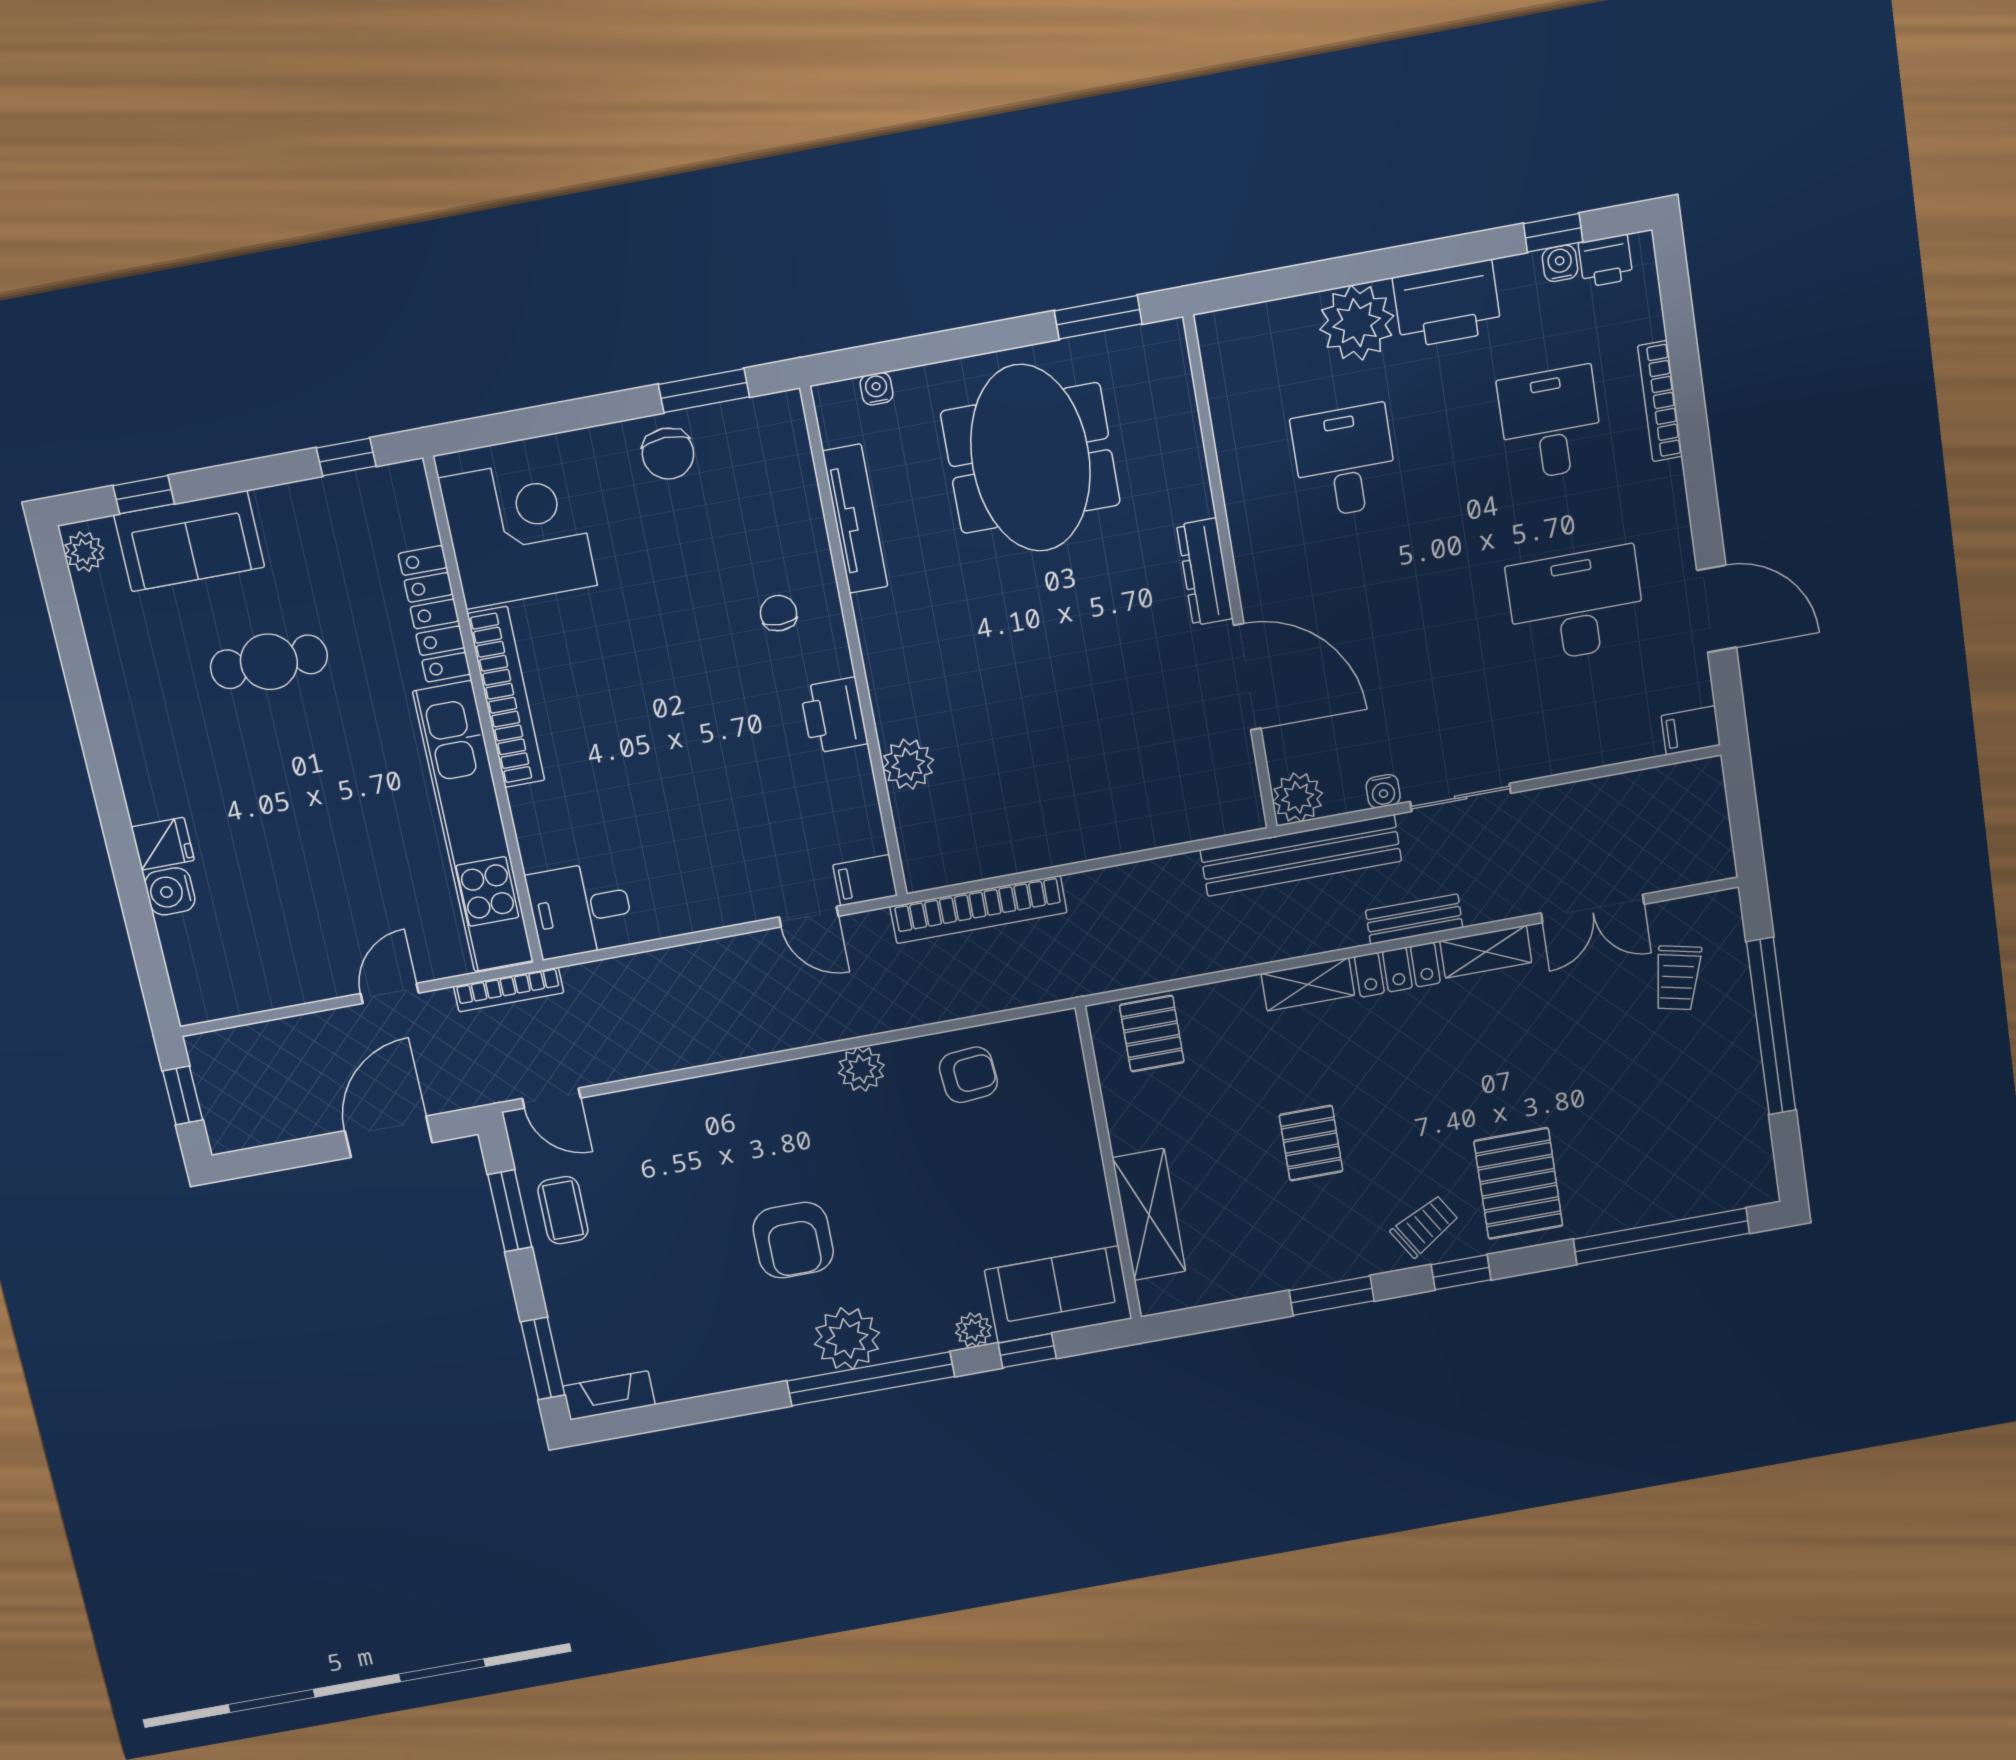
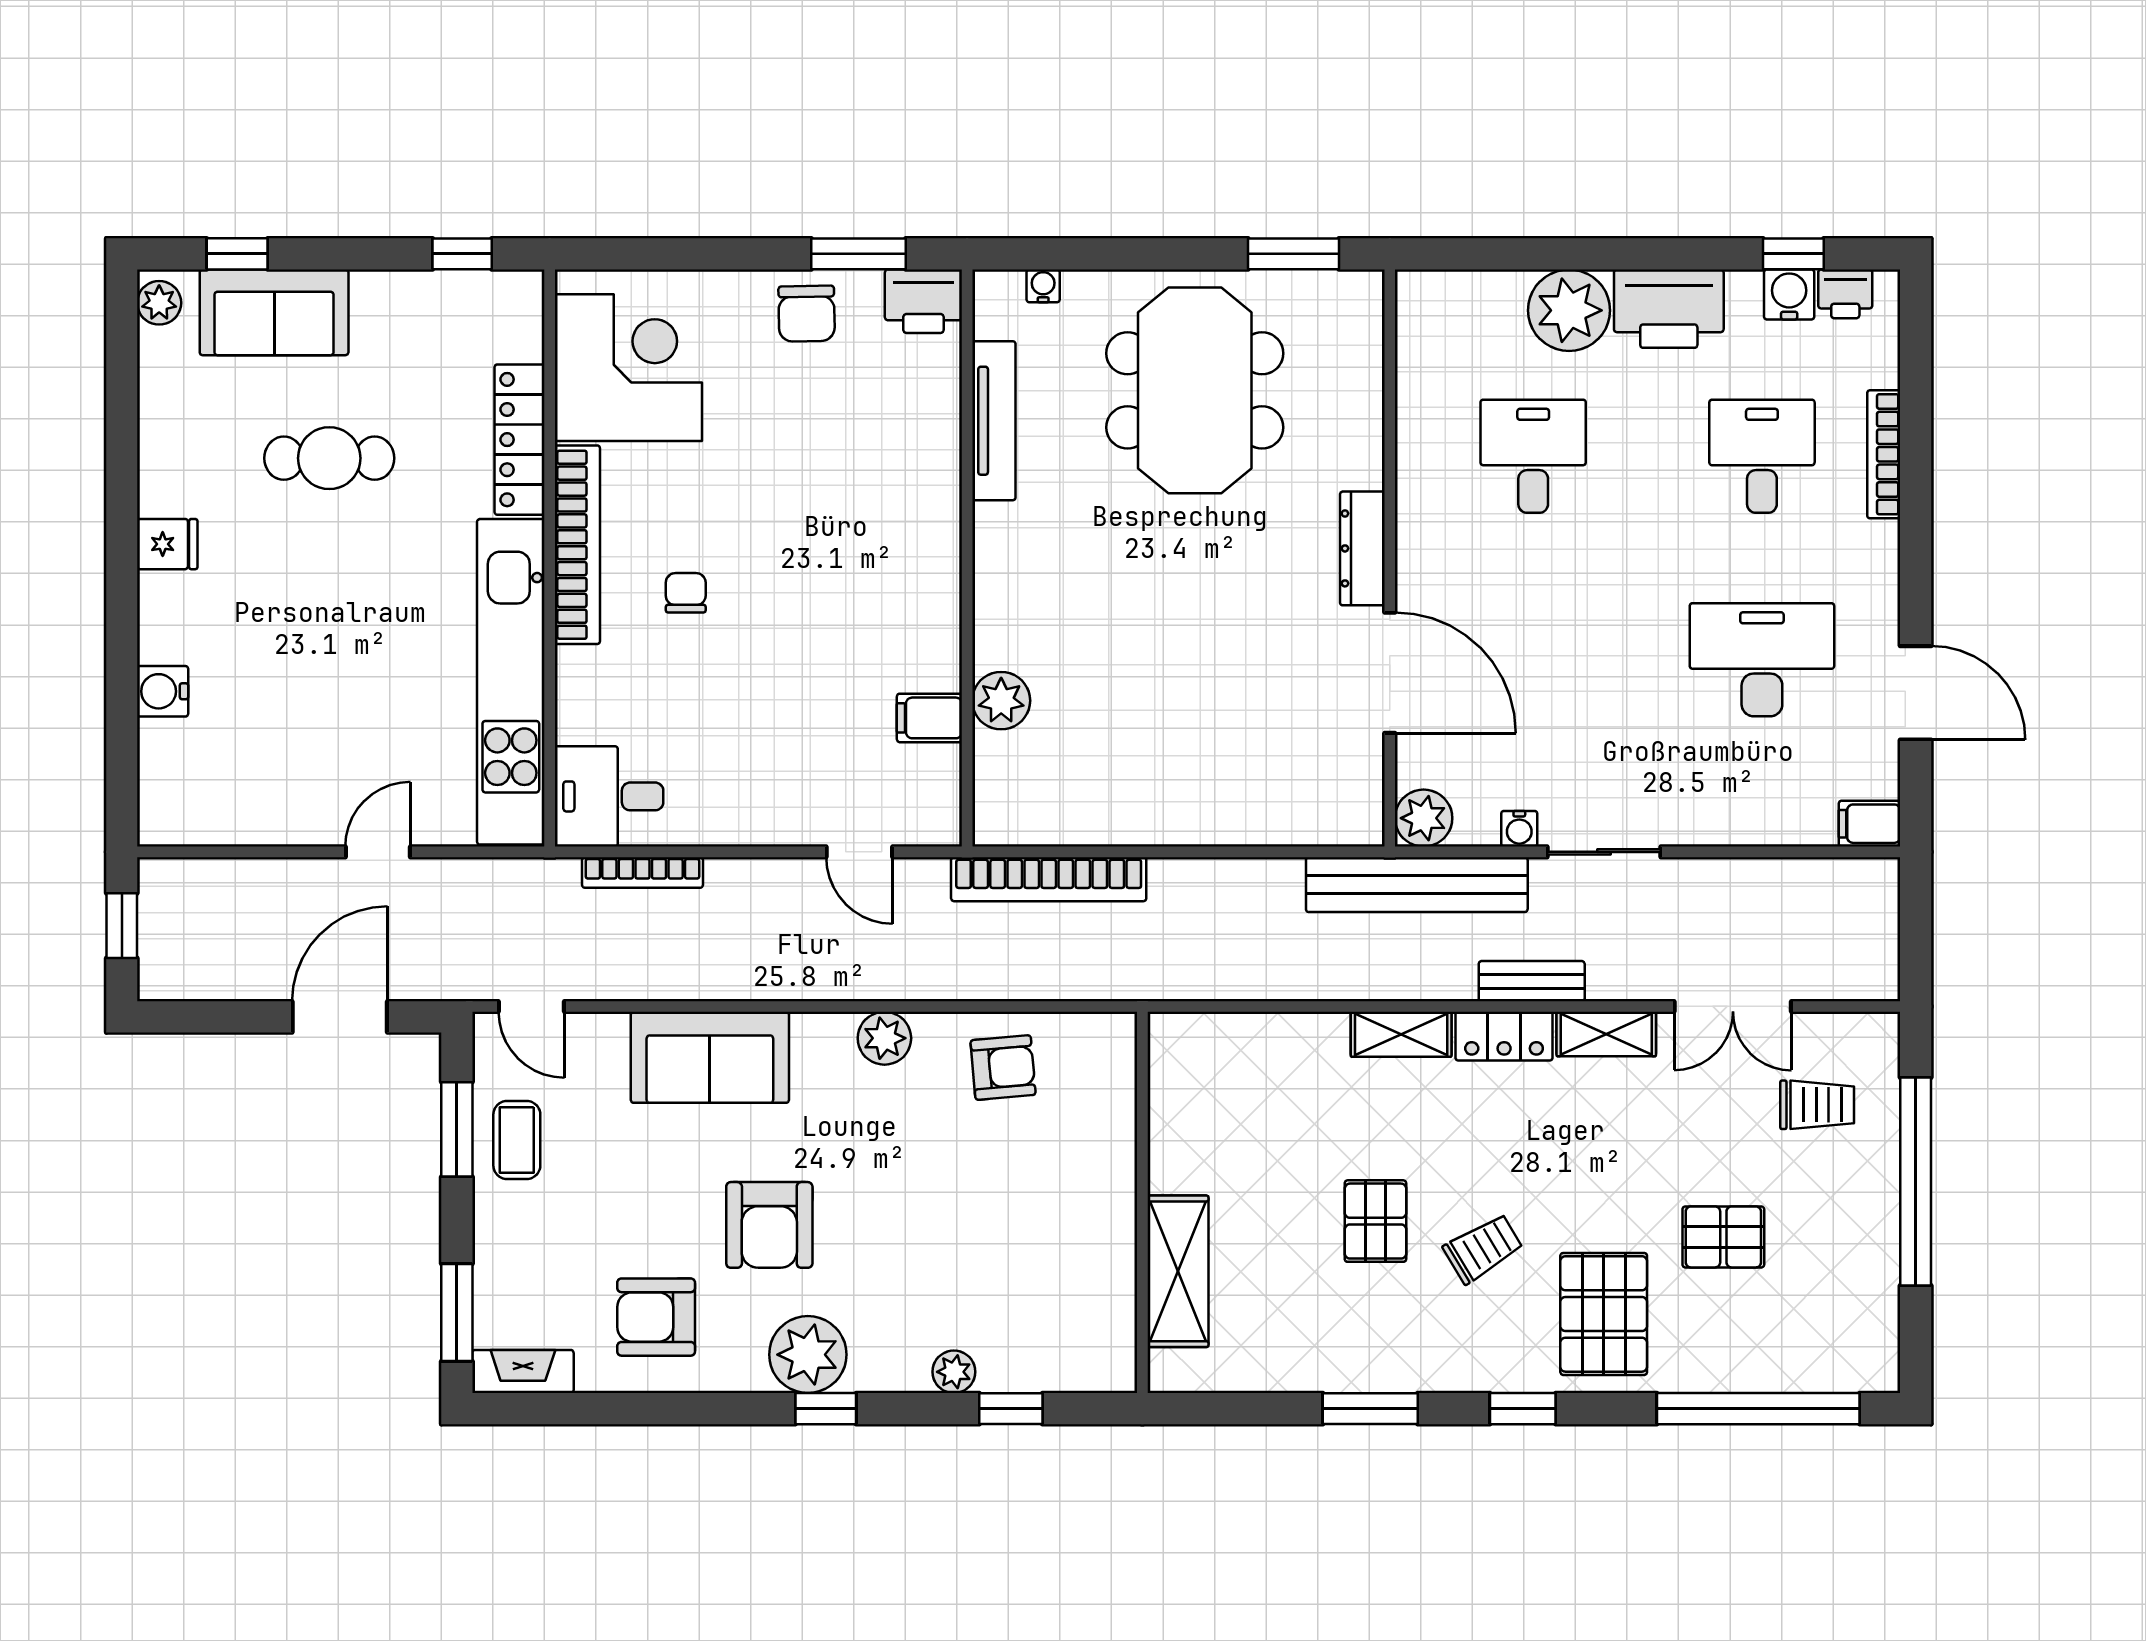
water cooler: (1560, 263) -> (1789, 294), width x1.38, depth x1.38
chair: (779, 613) -> (686, 593), moved
printer: (834, 715) -> (923, 301), moved, turned -90
fridge: (163, 844) -> (167, 544), moved
filing cabinet: (865, 880) -> (929, 718), moved
trolley: (1677, 978) -> (1817, 1105), turned -103
bookcase: (509, 990) -> (642, 872), moved
pallet: (1152, 1034) -> (1723, 1237), moved, turned 90
trolley: (1425, 1226) -> (1483, 1248), moved
sofa: (1058, 1294) -> (710, 1057), moved, turned 180
armchair: (712, 1332) -> (656, 1317), added
window: (871, 1379) -> (826, 1409), width x0.32

